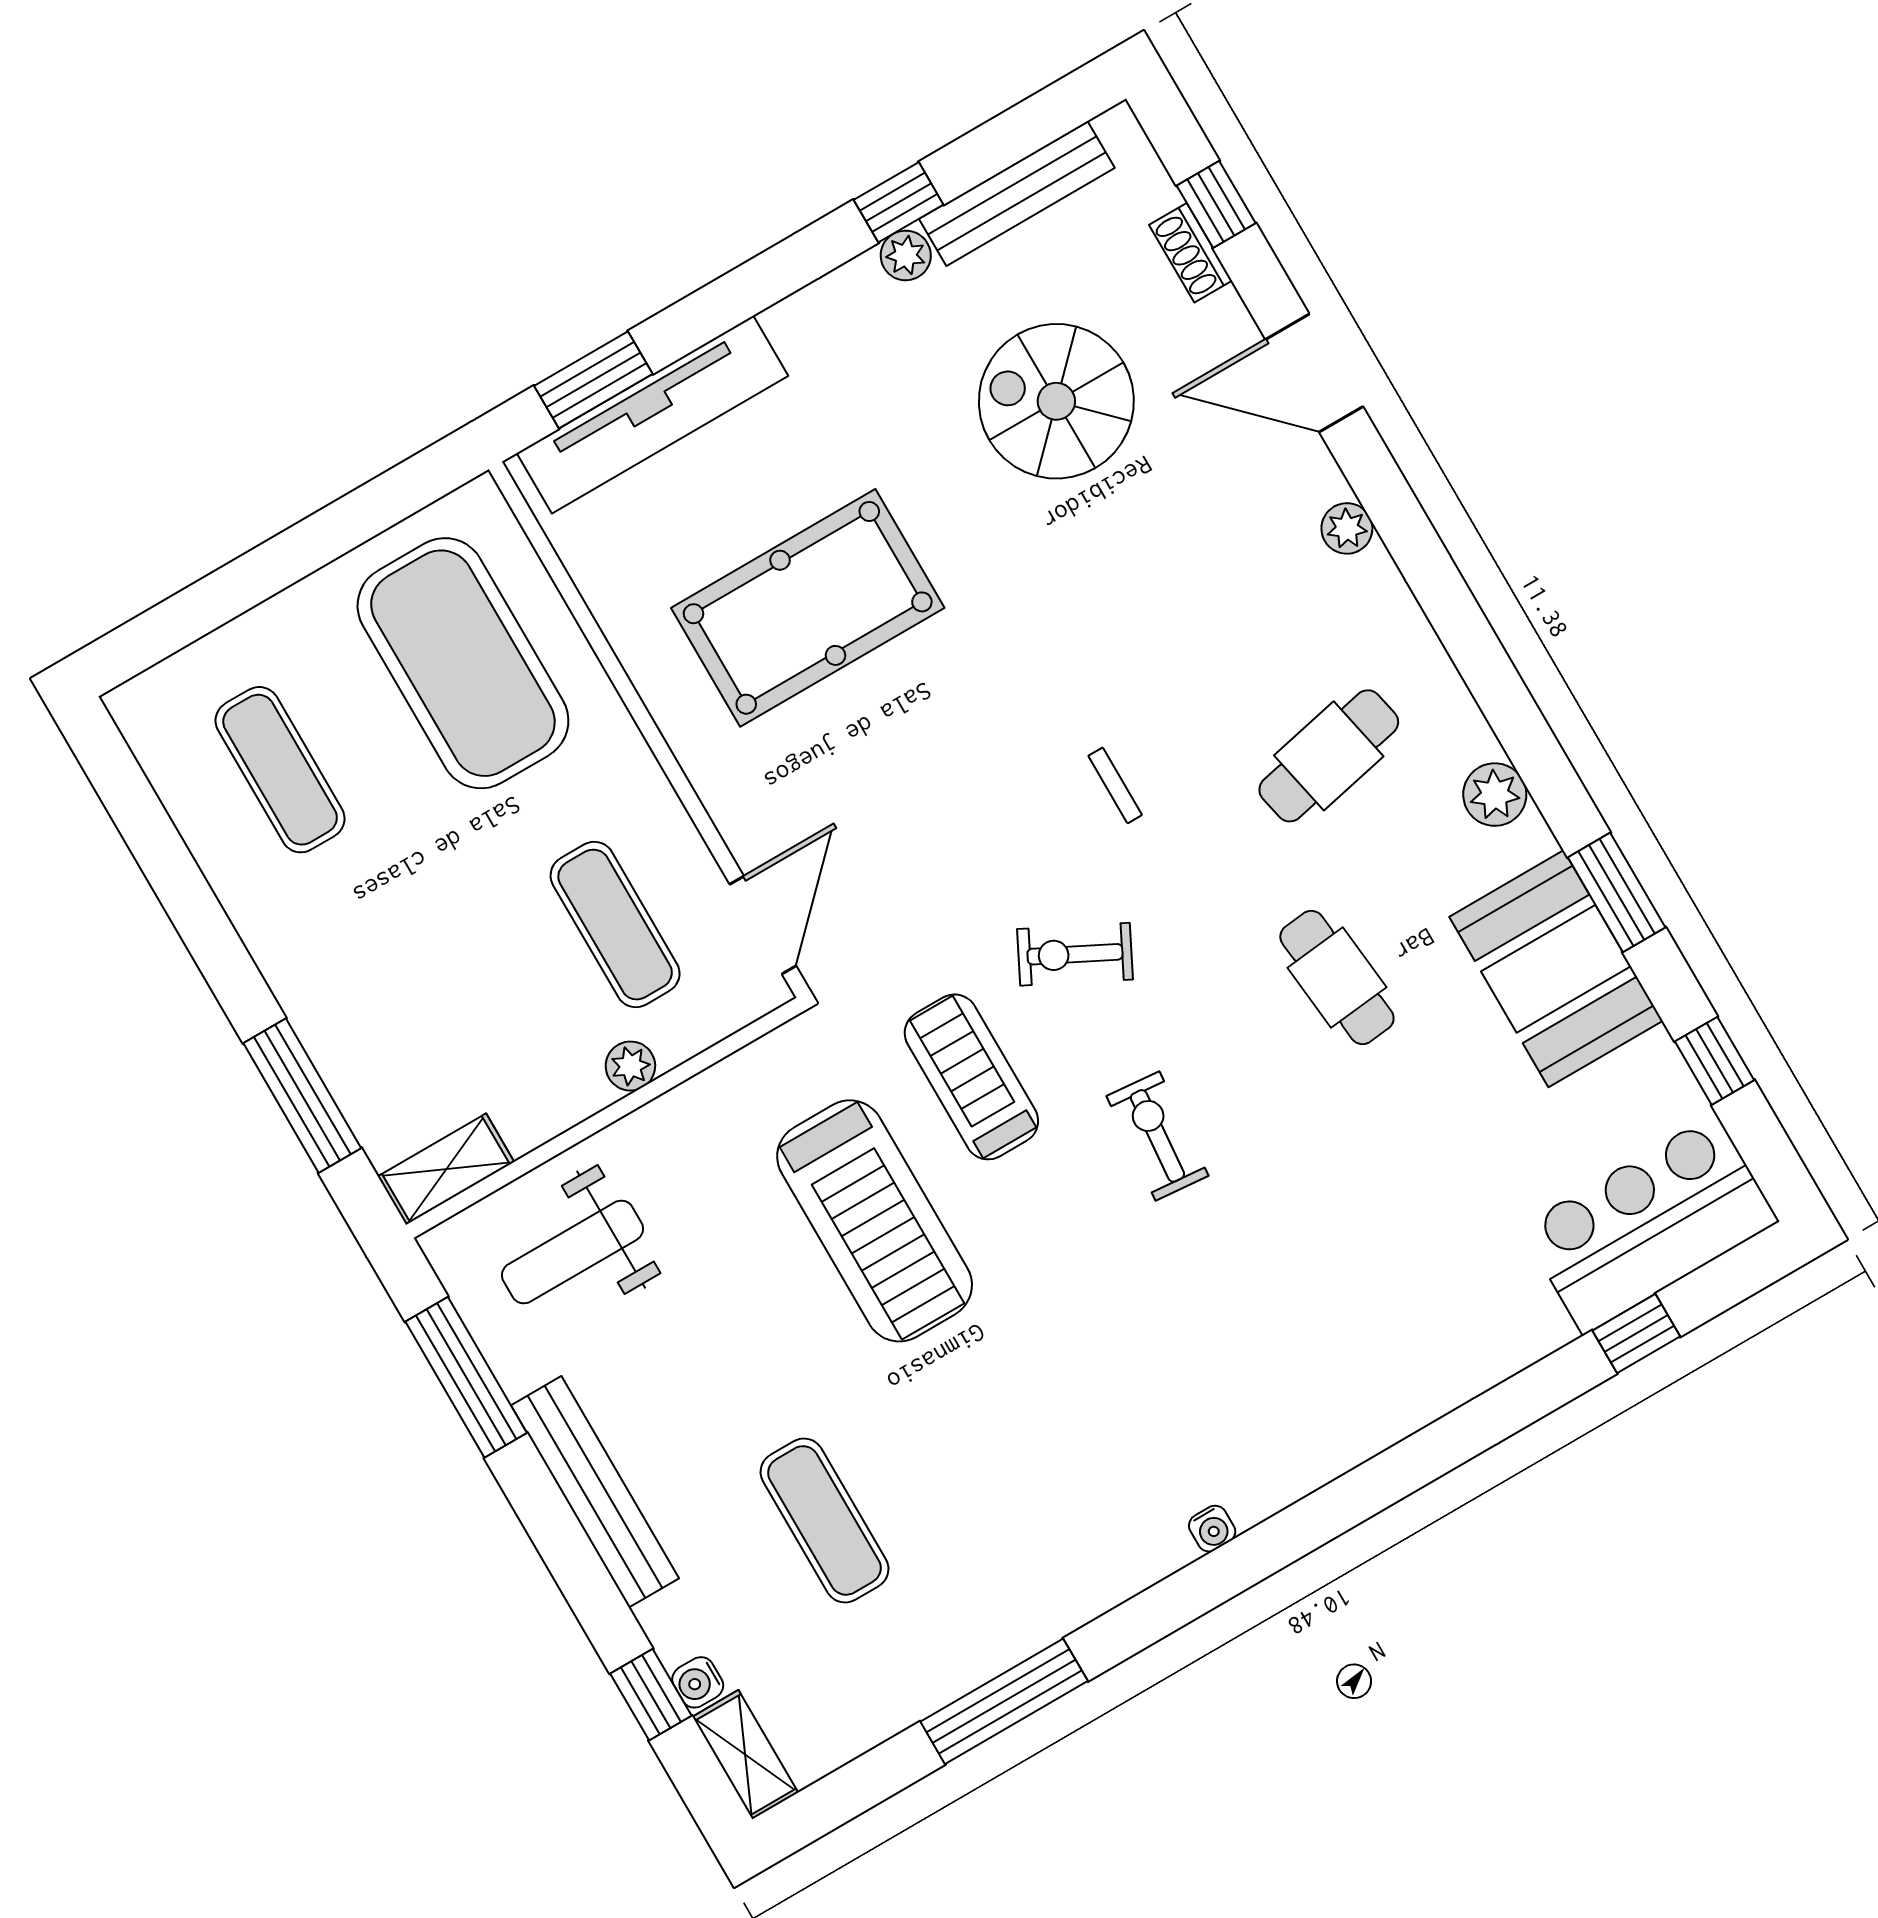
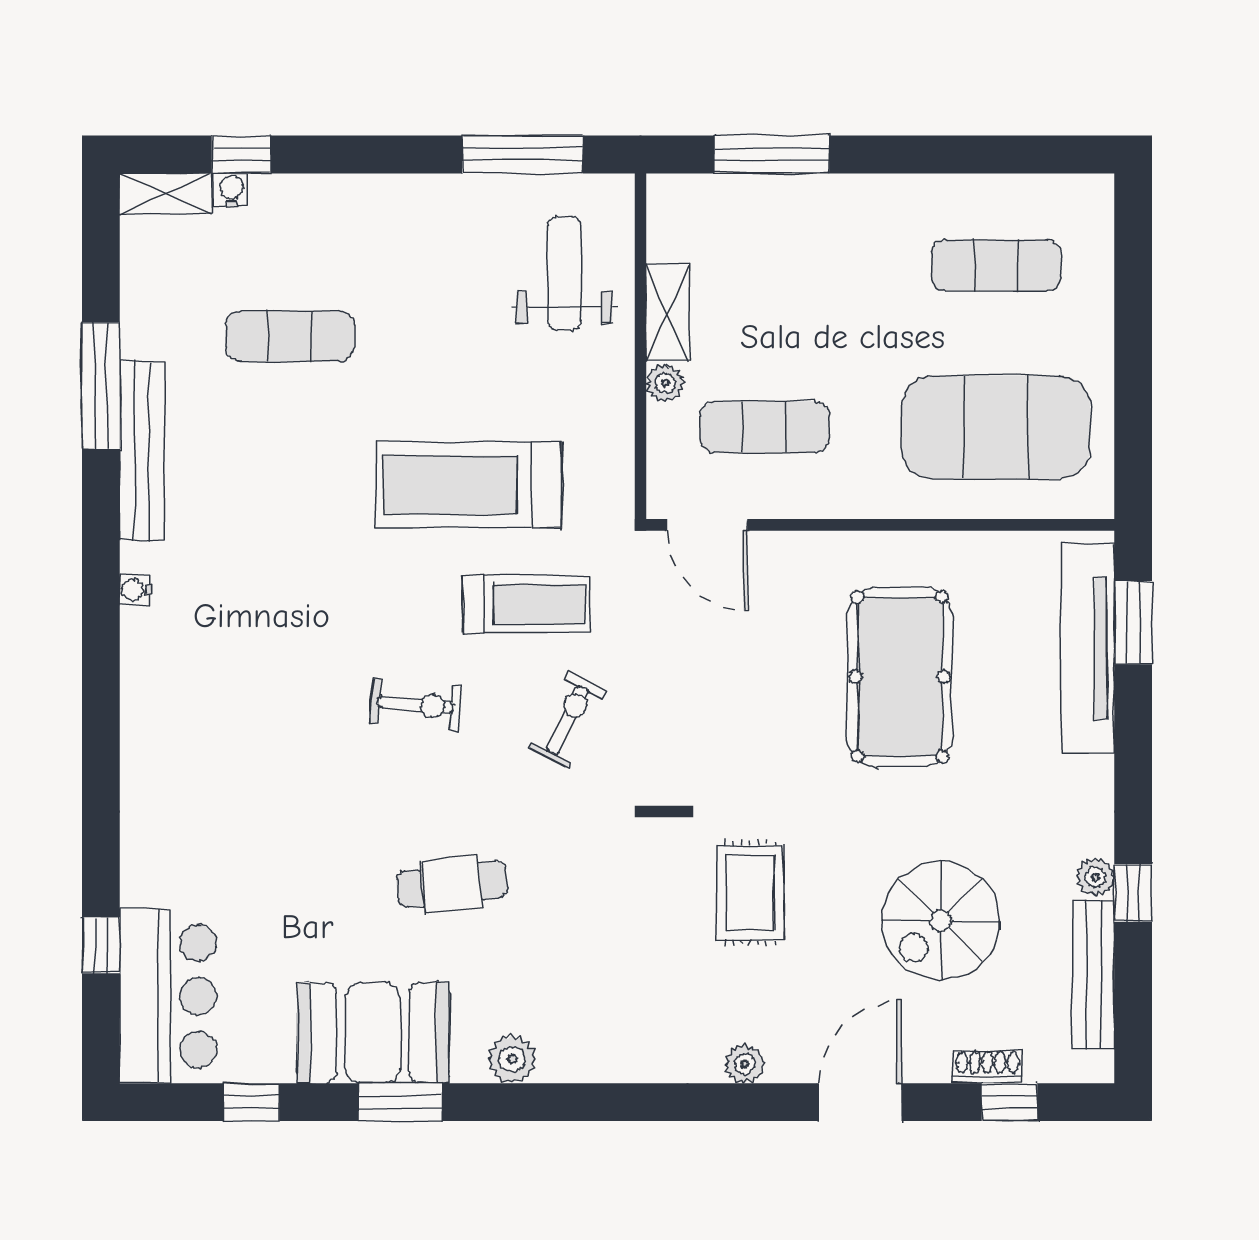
spiral stairs: (1056, 401) -> (941, 921), turned 180
rug: (1150, 635) -> (750, 893), added
cafe table: (1329, 756) -> (601, 964), removed
shelving: (446, 1169) -> (668, 312), moved
bench: (595, 1492) -> (142, 450), moved, turned 90

